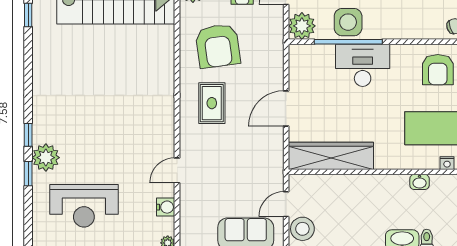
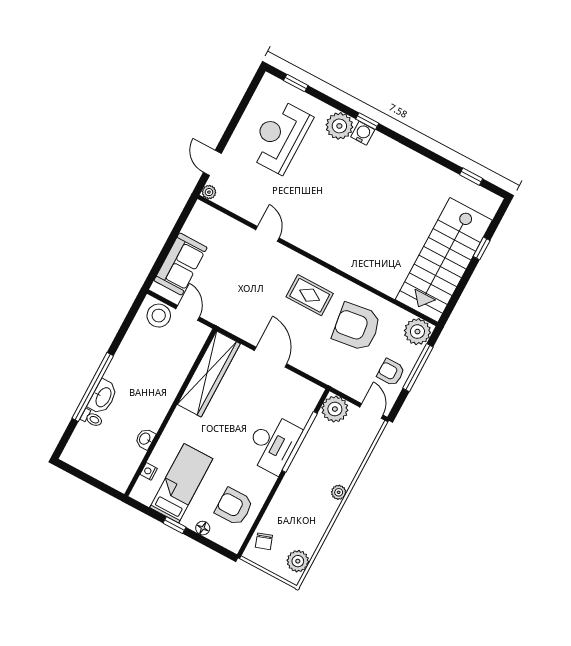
side table: (348, 22) -> (317, 451), removed
window: (28, 174) -> (296, 83), moved
water cooler: (166, 207) -> (363, 133), moved, turned 180

